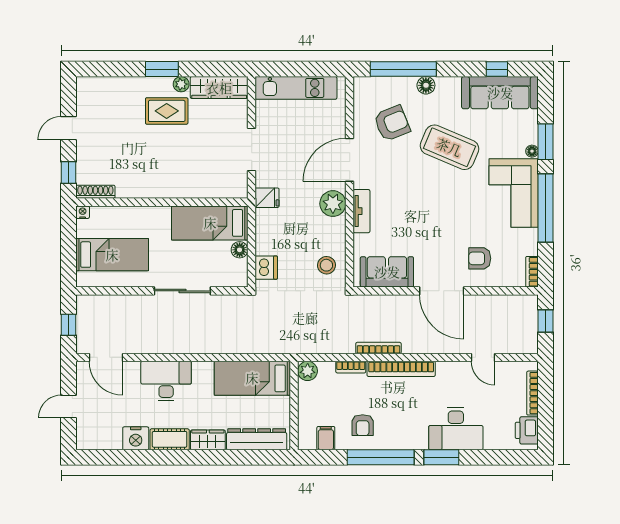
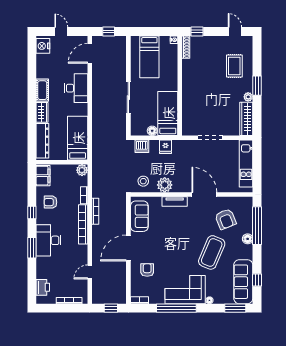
rug: (167, 111) -> (234, 66), moved
door: (68, 128) -> (235, 32), moved
window: (546, 142) -> (235, 308), moved
fridge: (267, 198) -> (166, 147), moved
plant: (333, 204) -> (165, 185), moved
desk: (456, 429) -> (48, 240), moved
printer: (527, 430) -> (43, 287), moved, turned 90
nightstand: (136, 438) -> (43, 46), moved
filing cabinet: (326, 438) -> (43, 176), width x2.00
window: (381, 457) -> (32, 213), width x0.32

